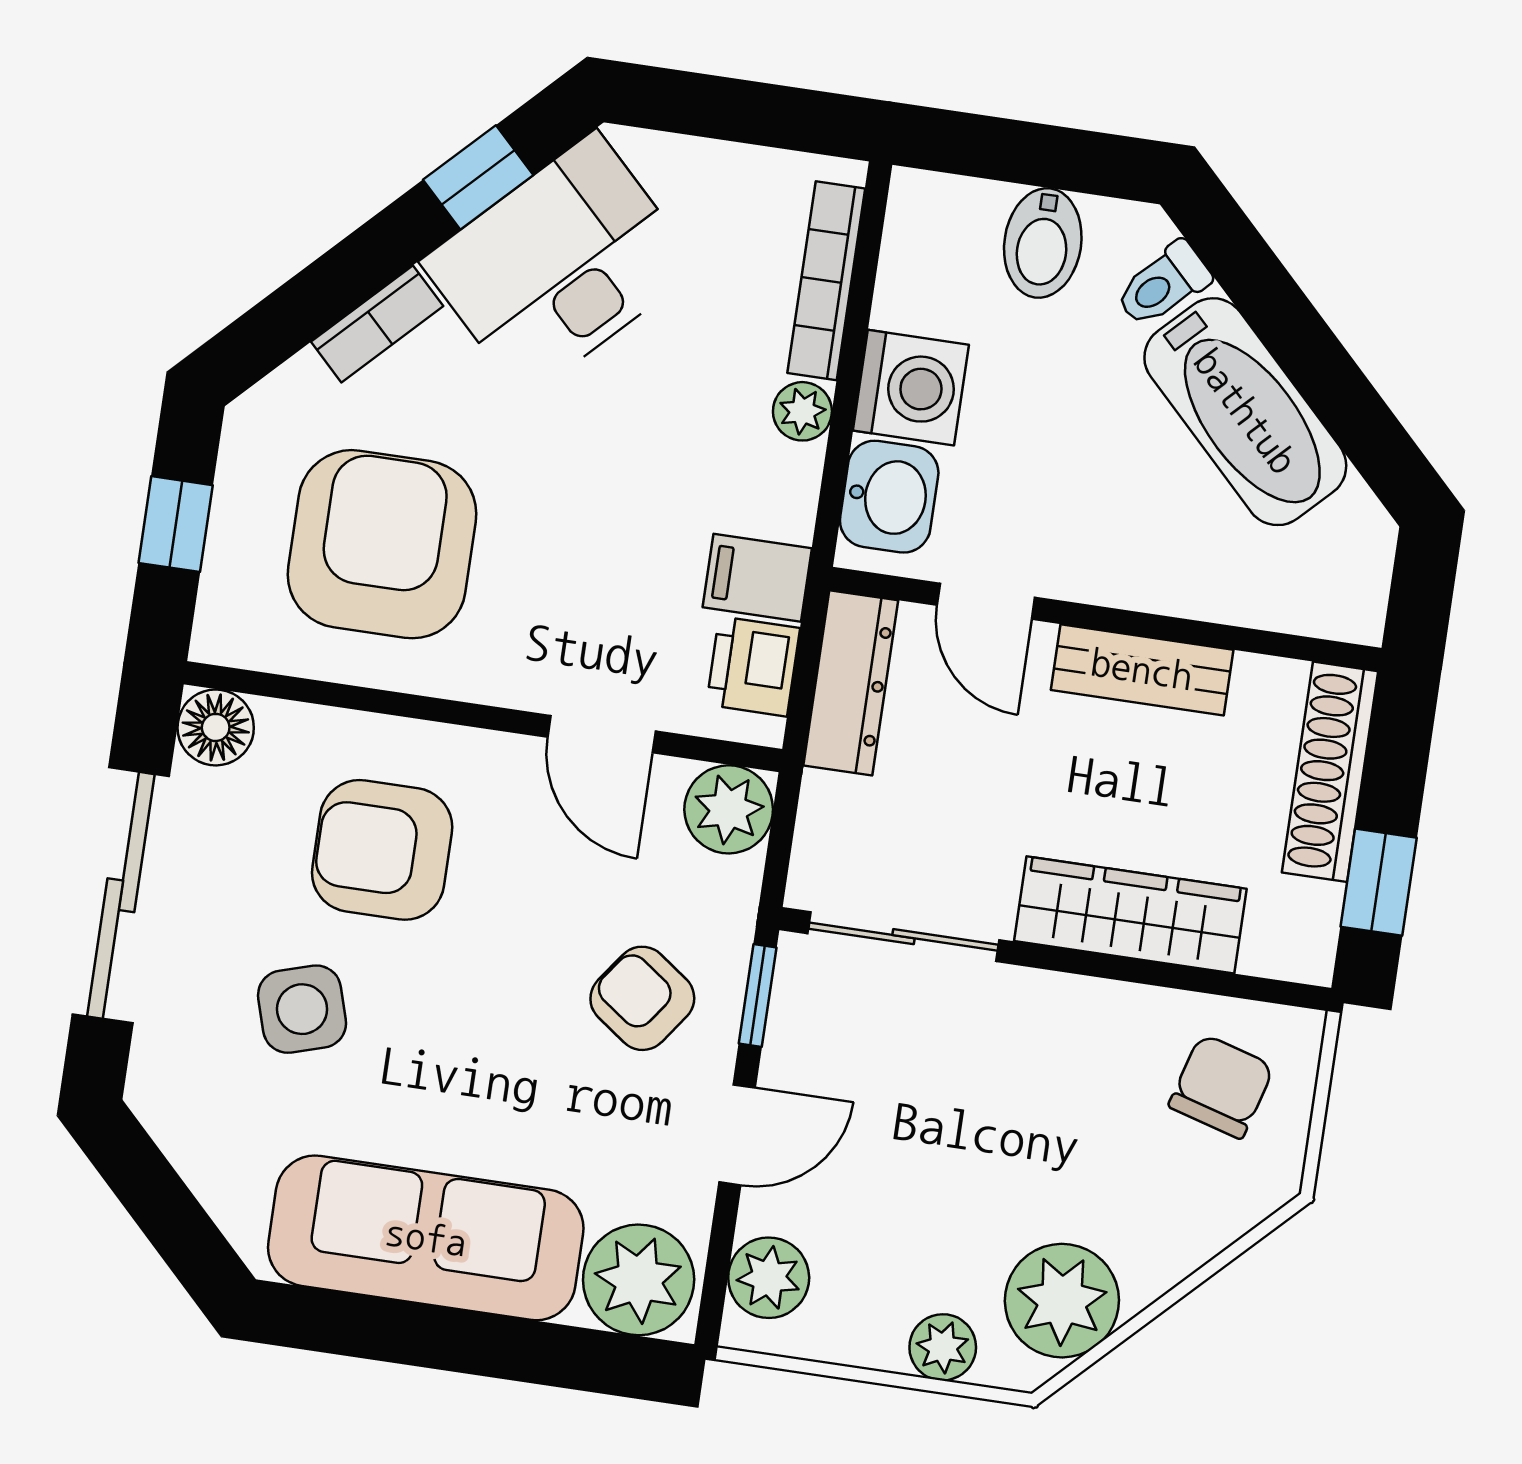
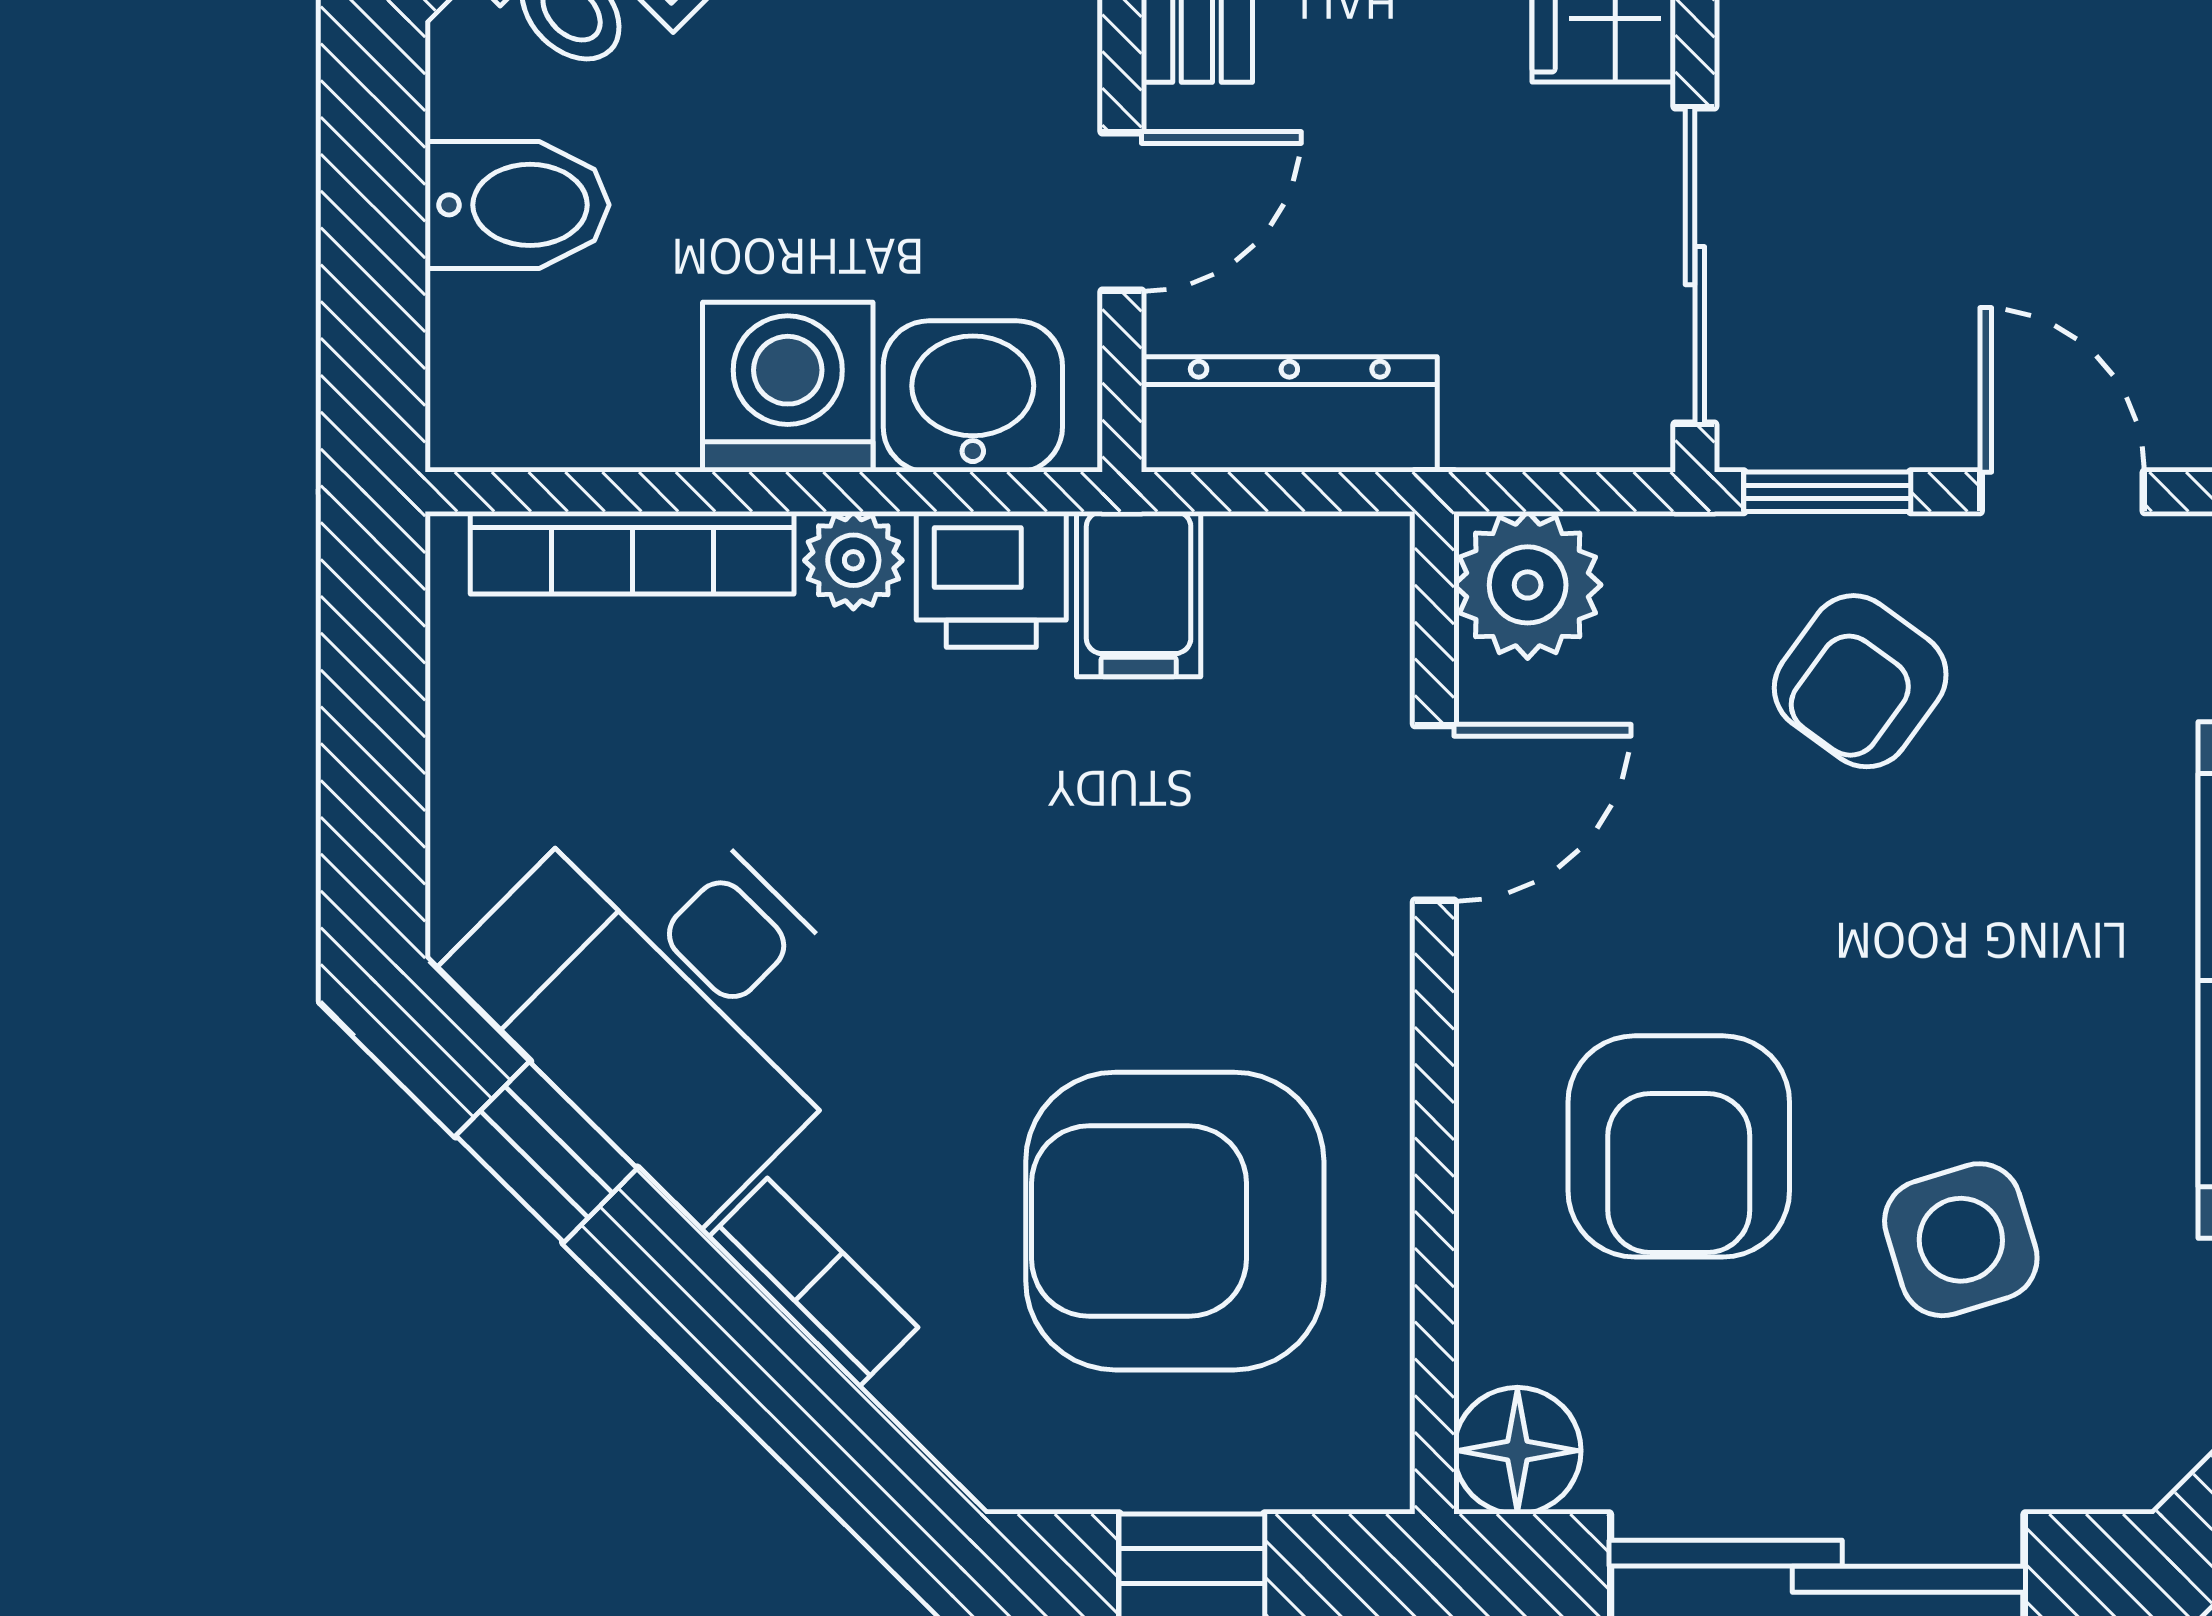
printer: (753, 666) -> (991, 579), moved

